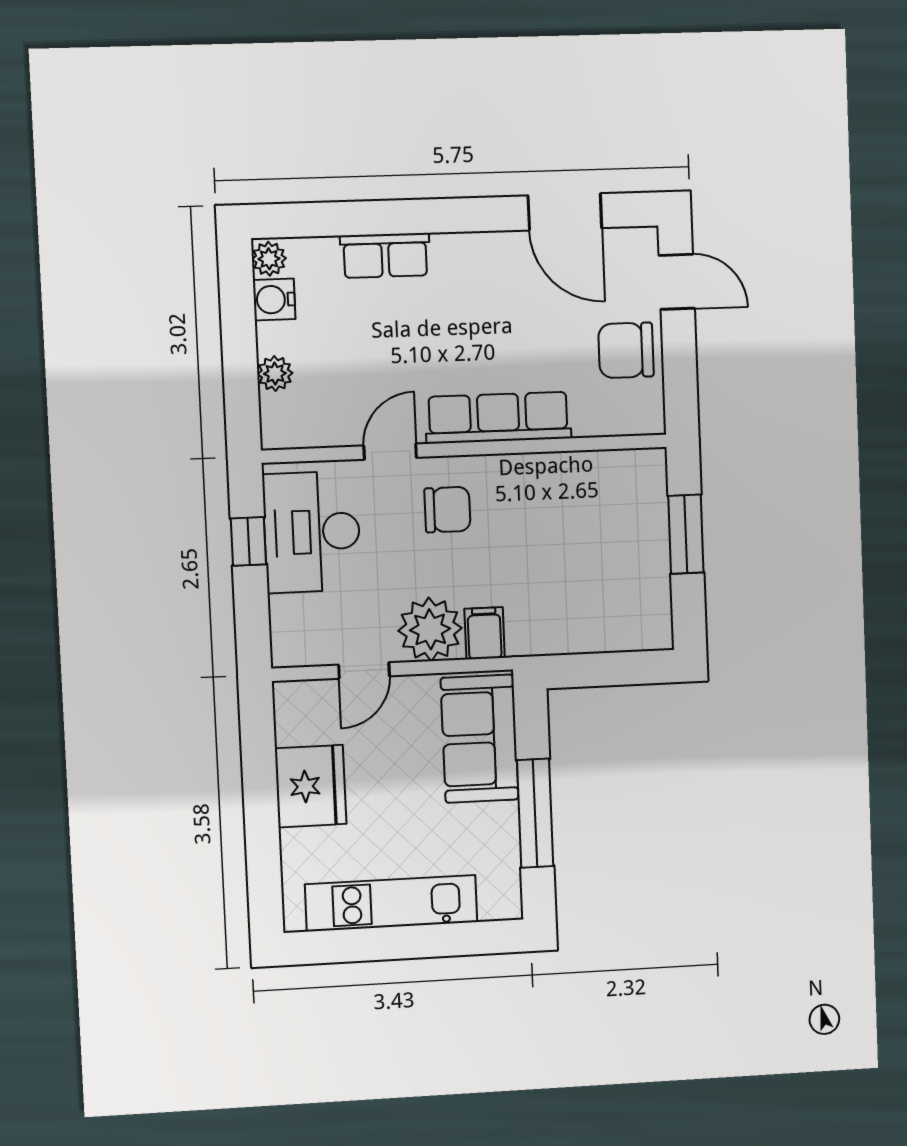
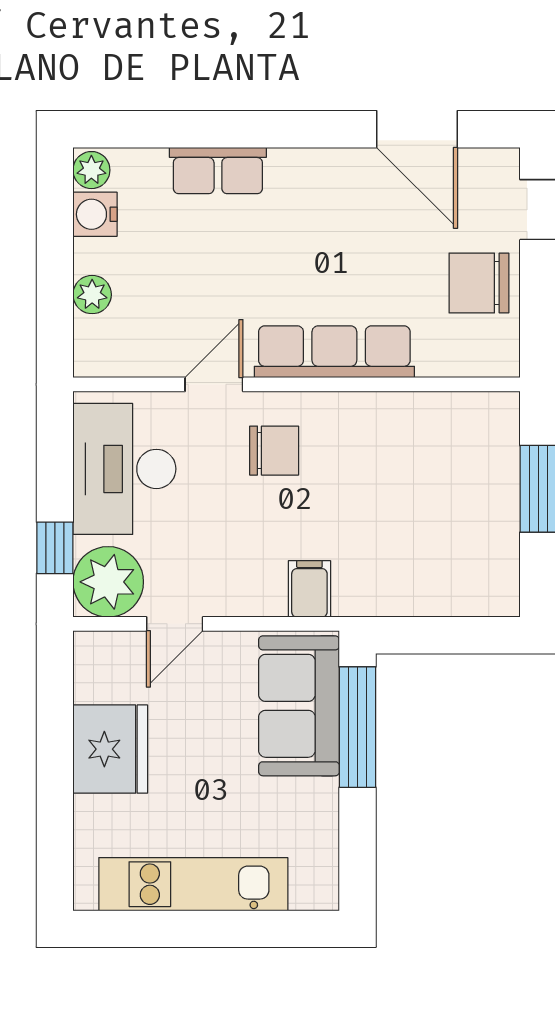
window: (248, 541) -> (55, 548), moved
plant: (430, 629) -> (108, 582), moved
window: (535, 813) -> (358, 727), moved

